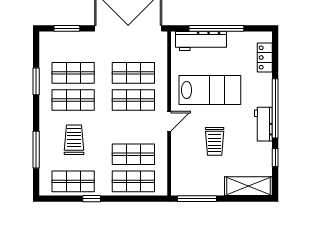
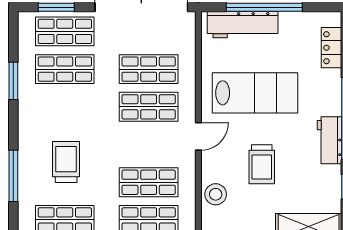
shop shelf: (73, 100) -> (65, 31), moved
stool: (182, 163) -> (216, 194), added

